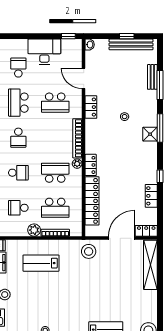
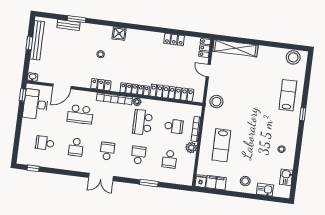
desk: (44, 52) -> (36, 104), moved
window: (160, 85) -> (77, 19), width x0.69
school desk: (18, 103) -> (76, 147), width x0.54
school desk: (55, 103) -> (80, 114), turned 90
locker: (91, 107) -> (101, 85), moved
window: (160, 128) -> (115, 24), removed
school desk: (18, 138) -> (107, 151), turned -90
locker: (91, 165) -> (135, 89), width x1.53
window: (160, 176) -> (158, 30), removed
school desk: (55, 208) -> (174, 126), width x0.54
door: (122, 238) -> (208, 71), width x0.53

